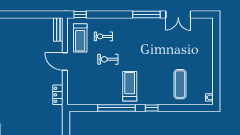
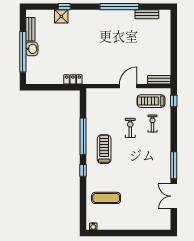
treadmill: (130, 86) -> (104, 149), turned -90
locker: (58, 95) -> (73, 79), moved

